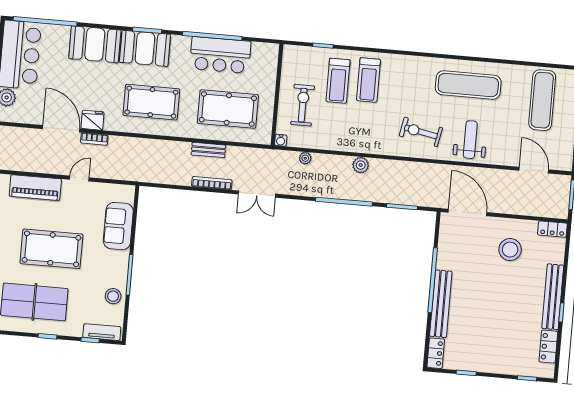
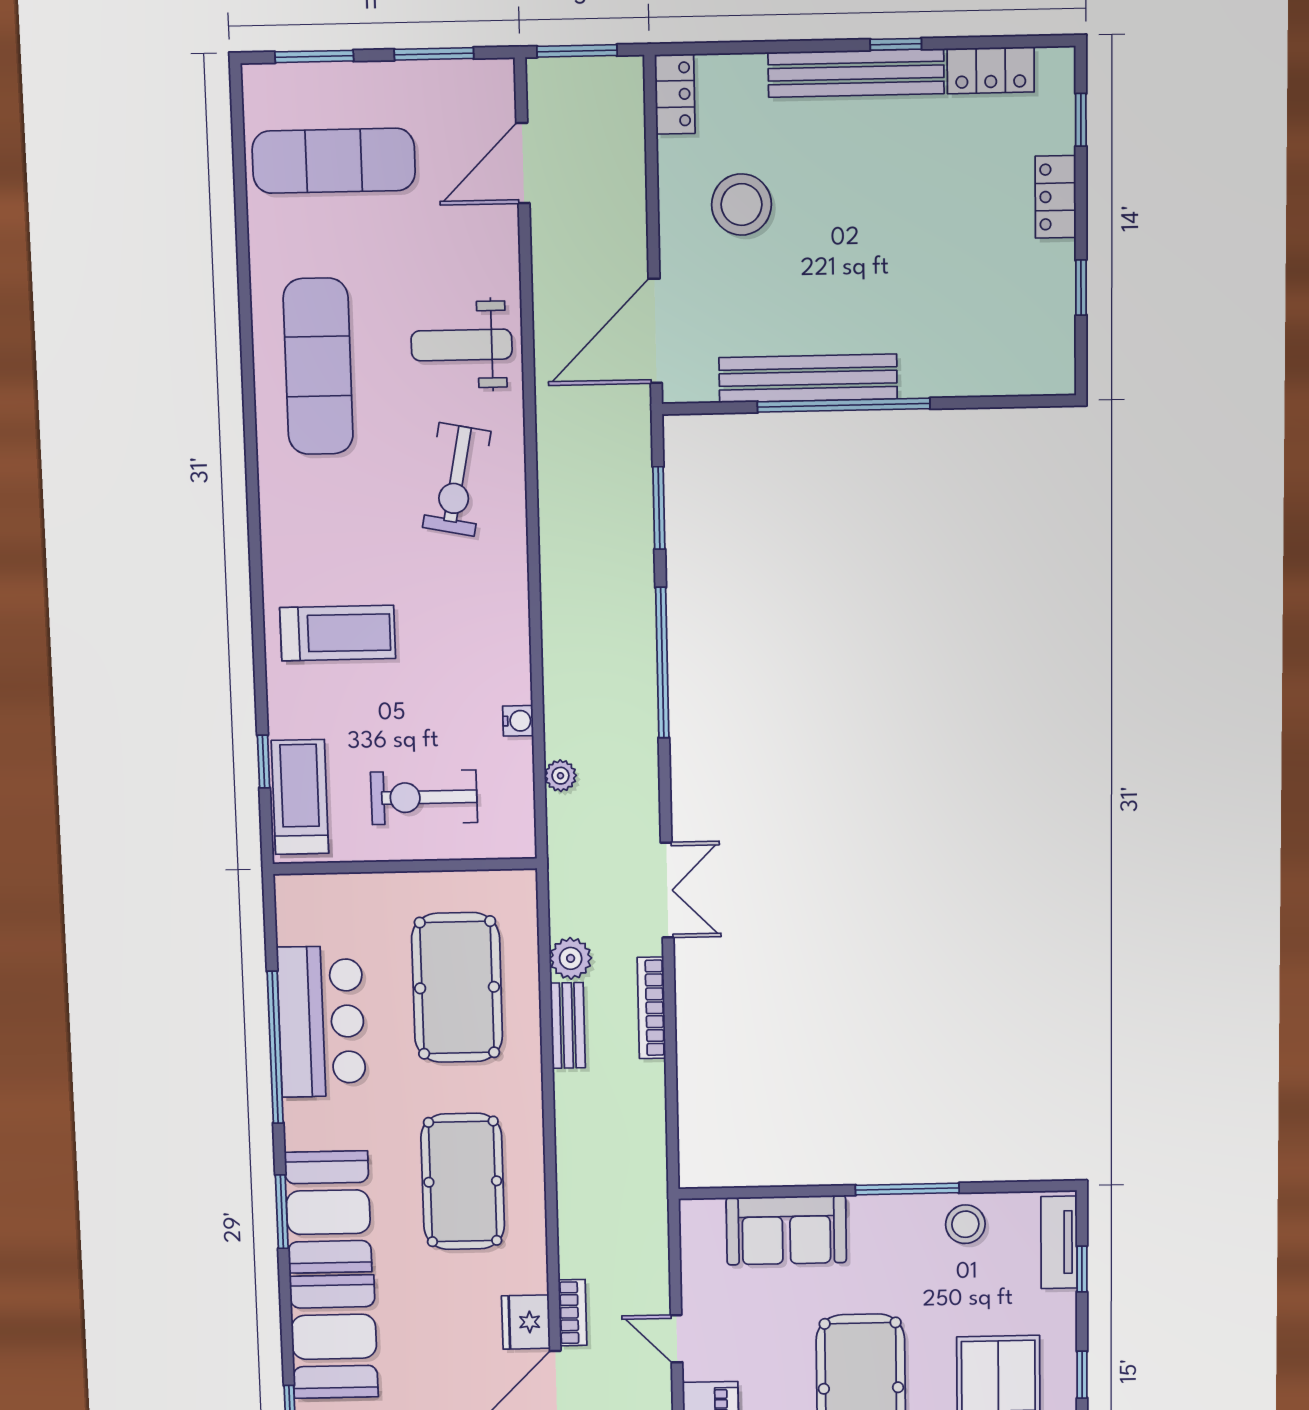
treadmill: (338, 81) -> (300, 797), moved, turned -90
water cooler: (281, 140) -> (518, 721), moved
plant: (361, 165) -> (571, 958), moved
bench: (441, 304) -> (808, 378), moved
locker: (436, 353) -> (1056, 197), moved, turned -90

